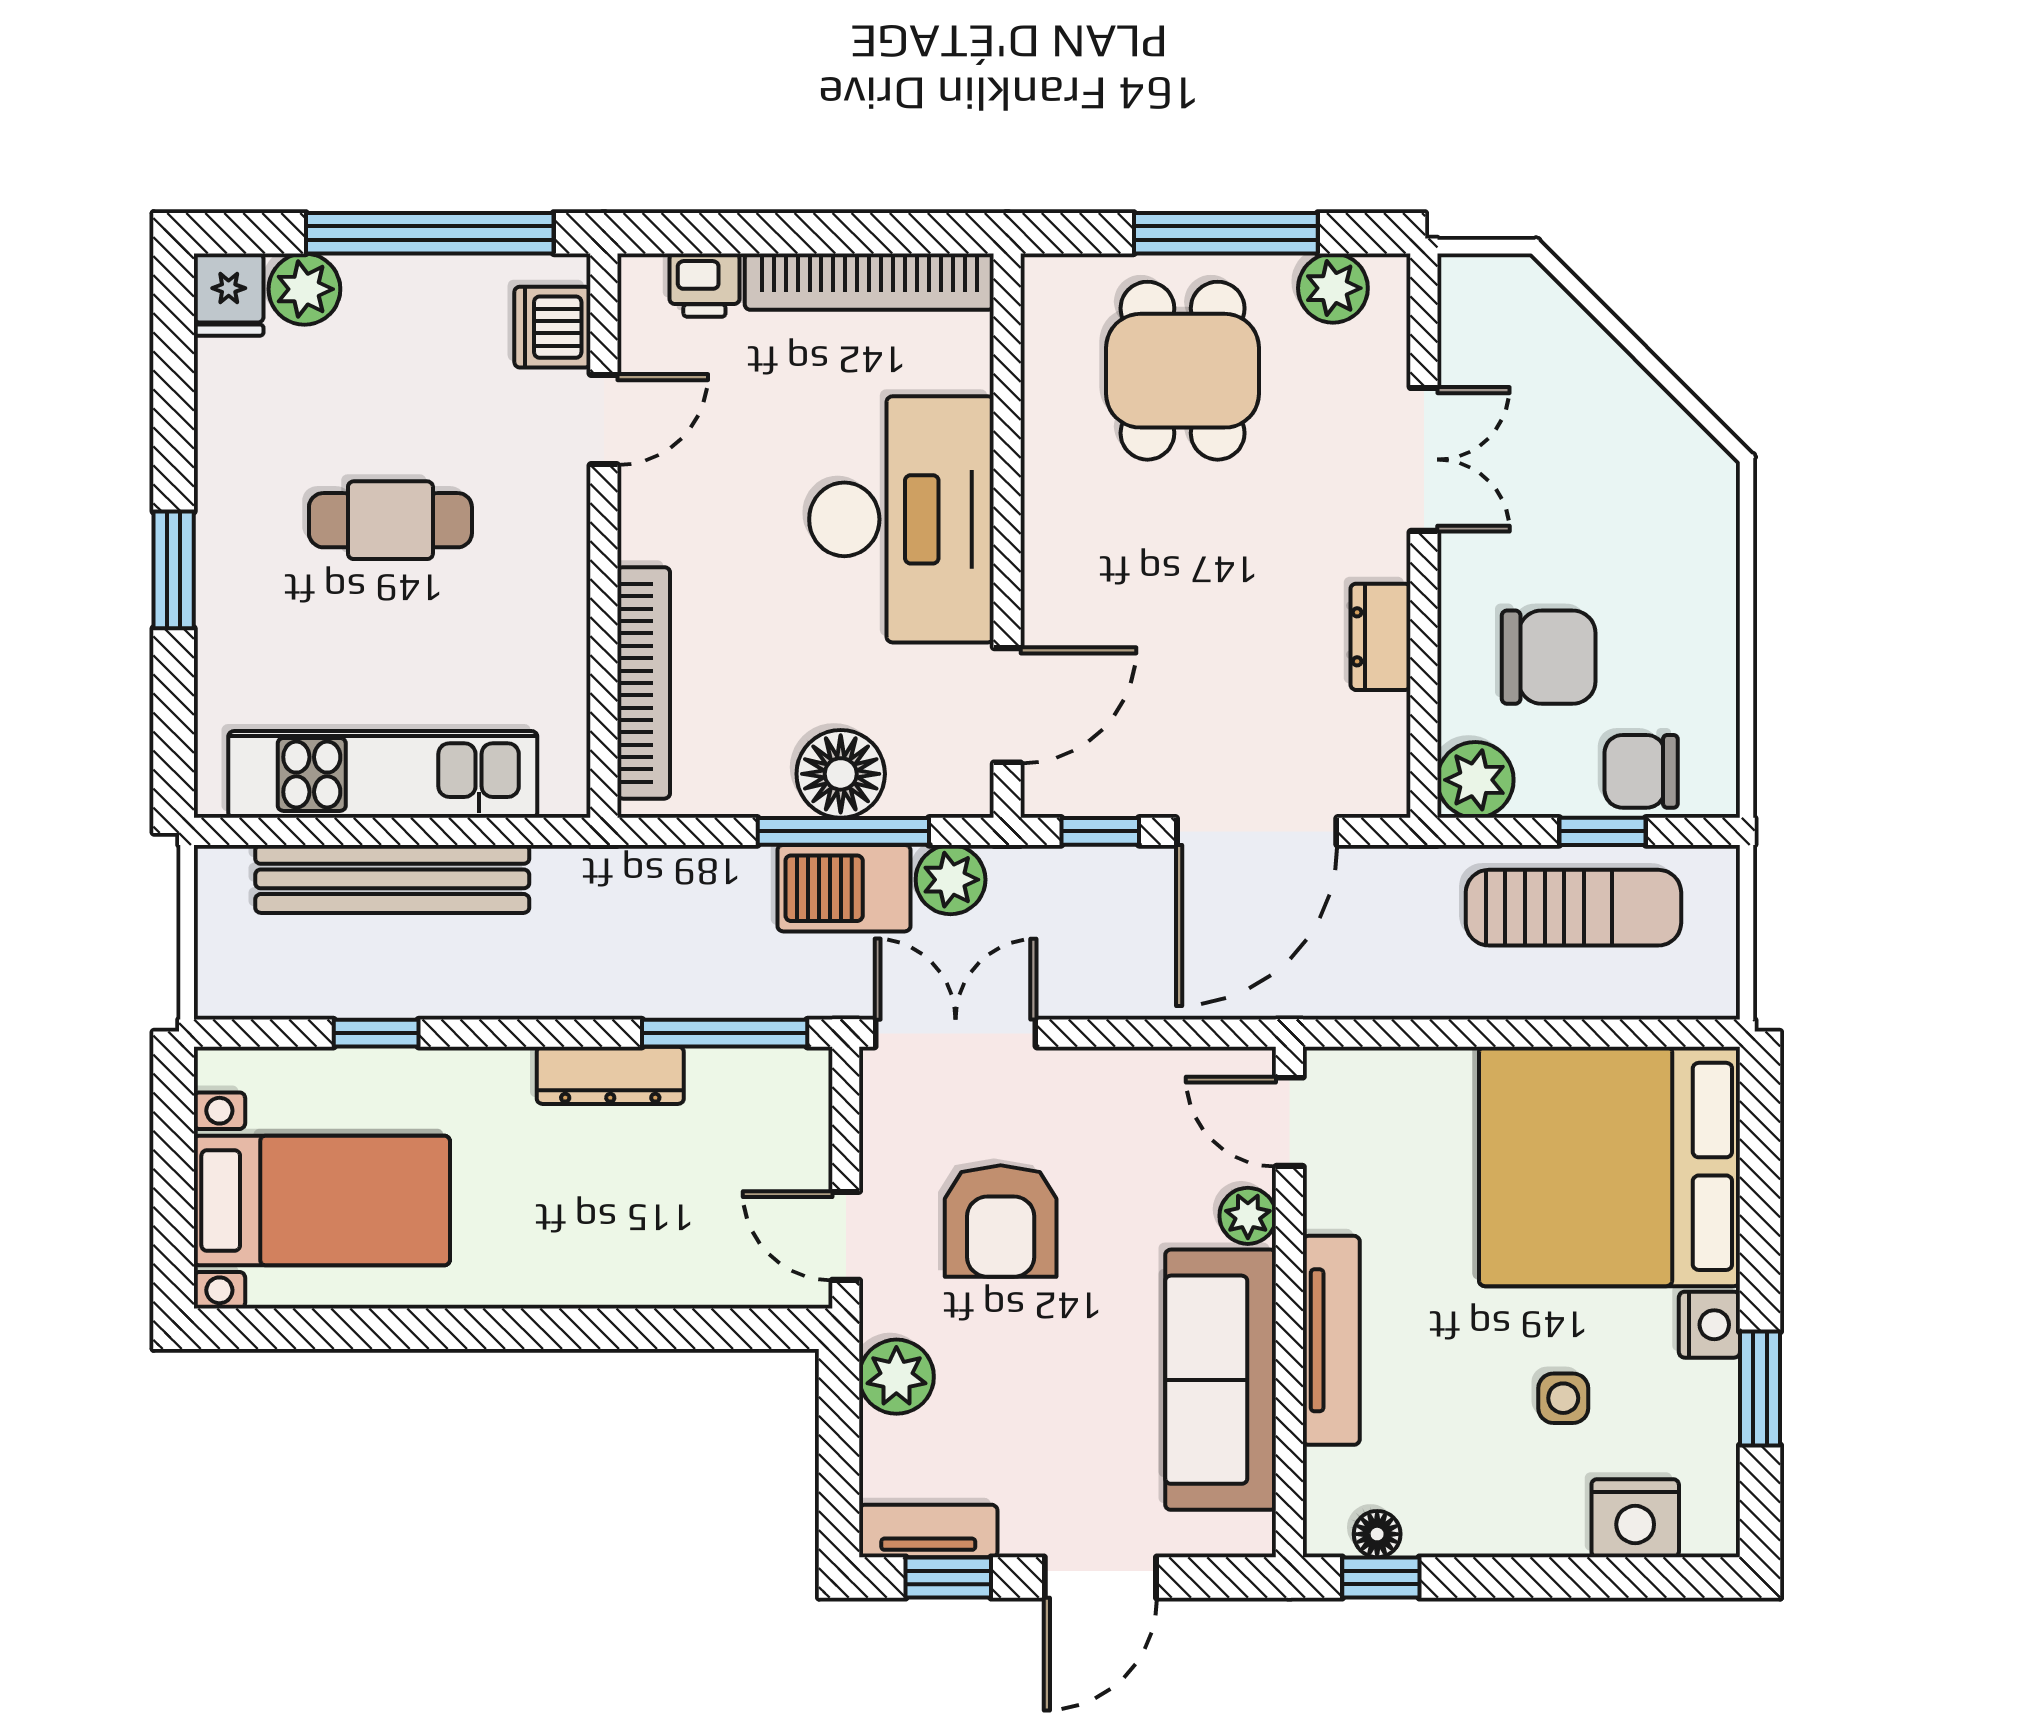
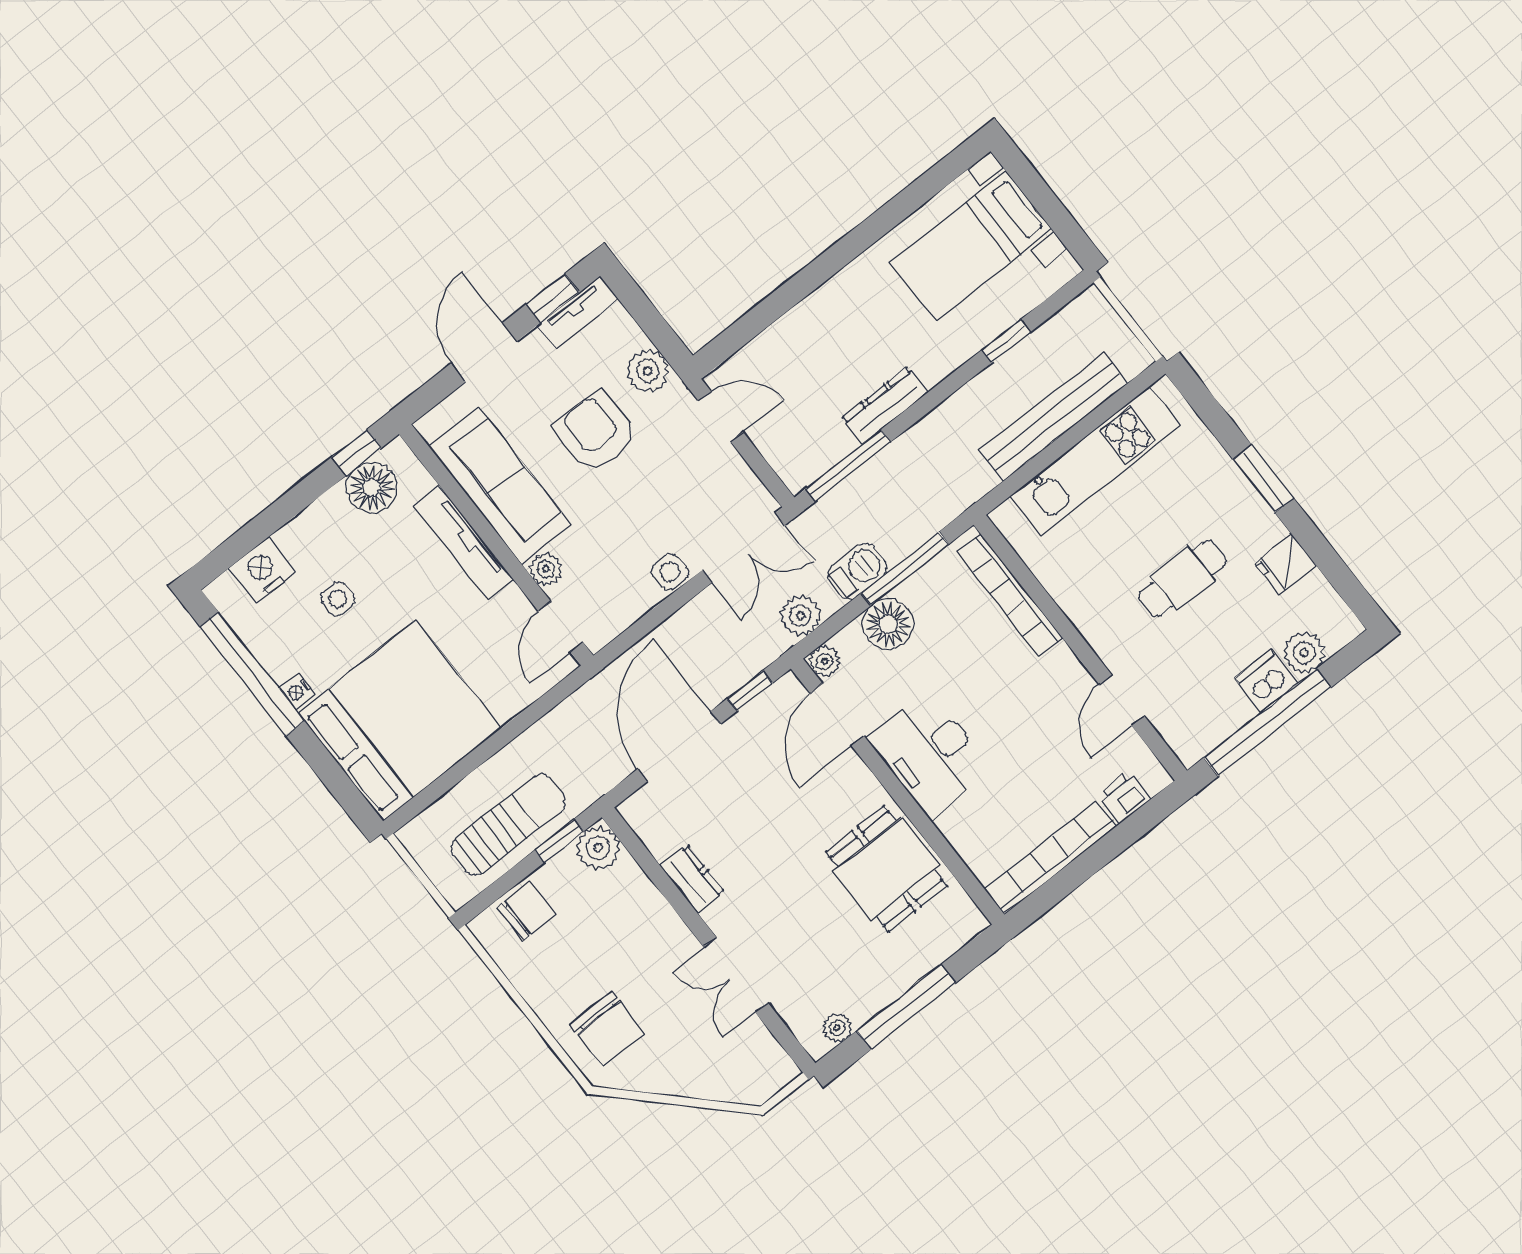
plant: (1333, 288) -> (837, 1028), width x0.73, depth x0.73
fridge: (229, 295) -> (1285, 564), moved, turned -90
dishwasher: (552, 327) -> (1266, 681), moved, turned -90
dining table: (1183, 371) -> (886, 869), moved
desk: (901, 519) -> (930, 754), width x0.73, depth x0.77
chair: (1549, 657) -> (607, 1029), moved, turned -90
plant: (967, 791) -> (825, 661), added
window: (843, 831) -> (905, 569), moved
window: (1602, 831) -> (559, 841), moved
barbecue: (844, 888) -> (857, 571), width x0.73, depth x0.79
sun lounger: (1573, 908) -> (508, 825), turned 180
side table: (1082, 1079) -> (670, 572), added
door: (1289, 1122) -> (561, 627), swing flipped
armchair: (1001, 1221) -> (596, 432), moved
nightstand: (1709, 1325) -> (297, 691), width x0.72, depth x0.74
window: (1760, 1388) -> (252, 674), width x2.11
floor lamp: (1377, 1534) -> (372, 488), width x1.89, depth x1.89

